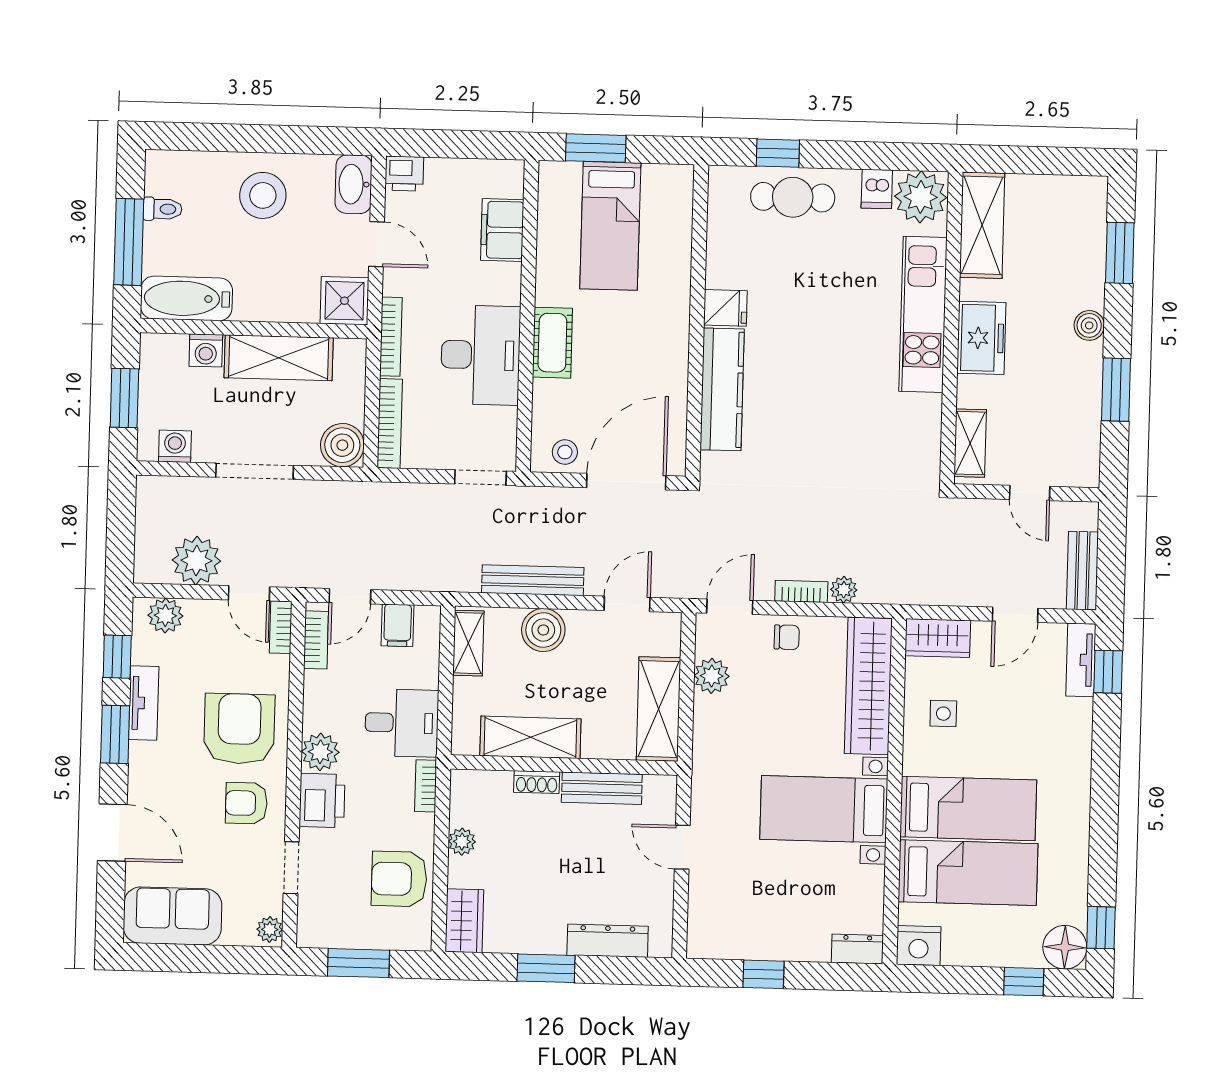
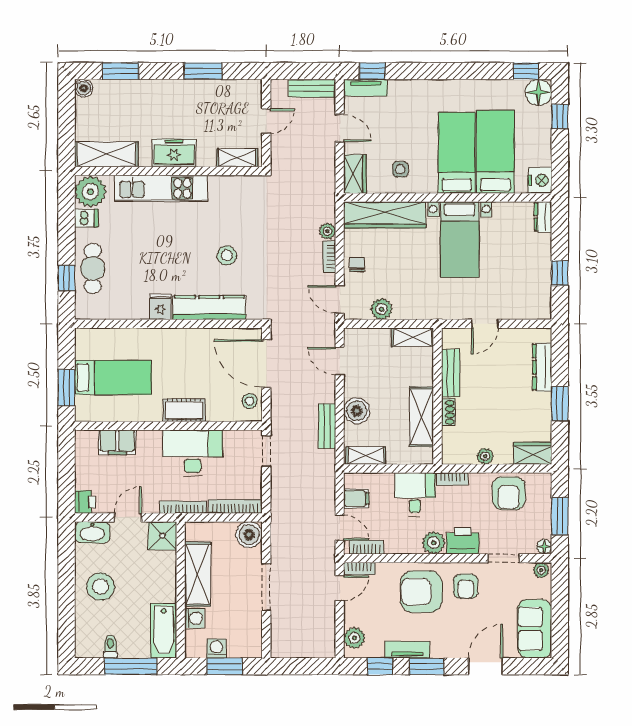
boiler: (1089, 325) -> (84, 88), moved
stool: (808, 421) -> (227, 255), added
washing machine: (175, 446) -> (216, 649), moved, turned 90
plant: (196, 561) -> (321, 620), removed
bench: (533, 580) -> (327, 426), width x0.73
shelving: (659, 709) -> (413, 337), width x0.67, depth x0.75
floor lamp: (308, 936) -> (544, 547), added

